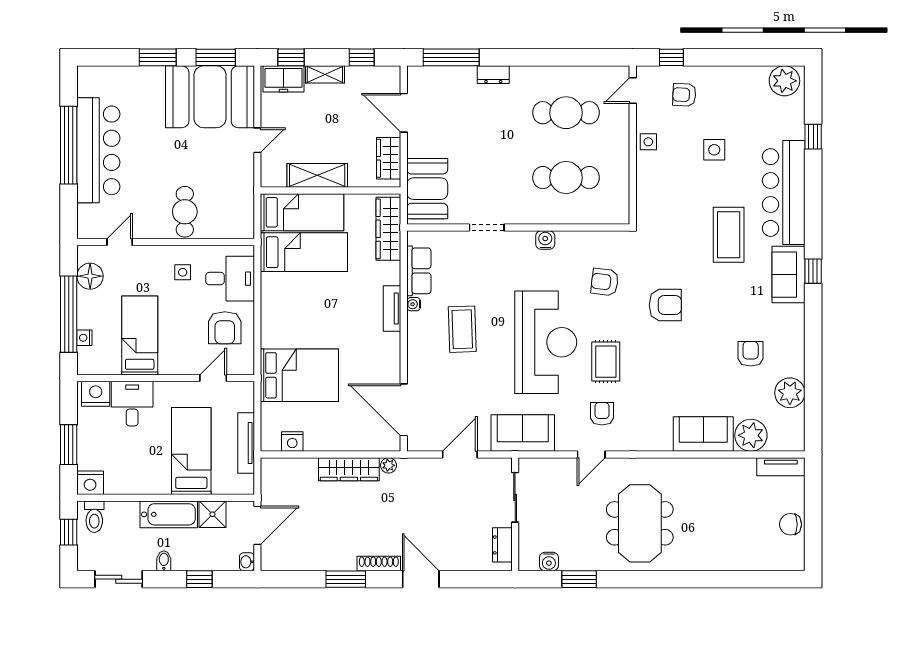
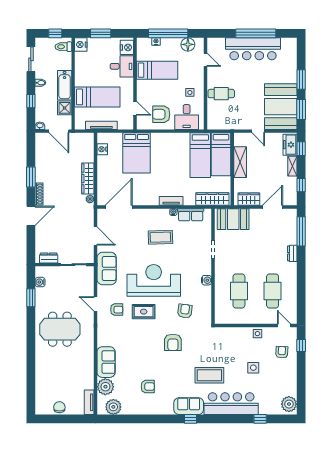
reception desk: (546, 342) -> (154, 280), turned 180
plant: (790, 393) -> (113, 407), moved

